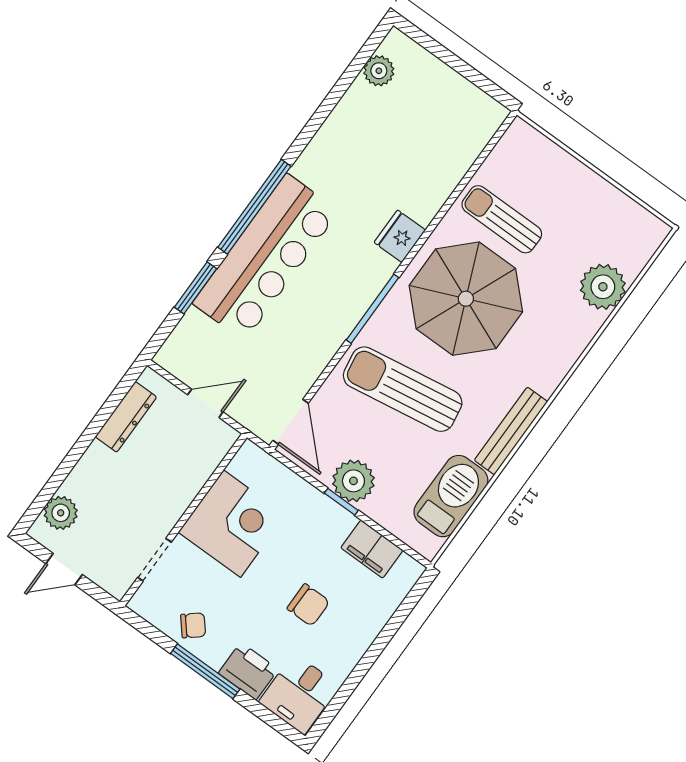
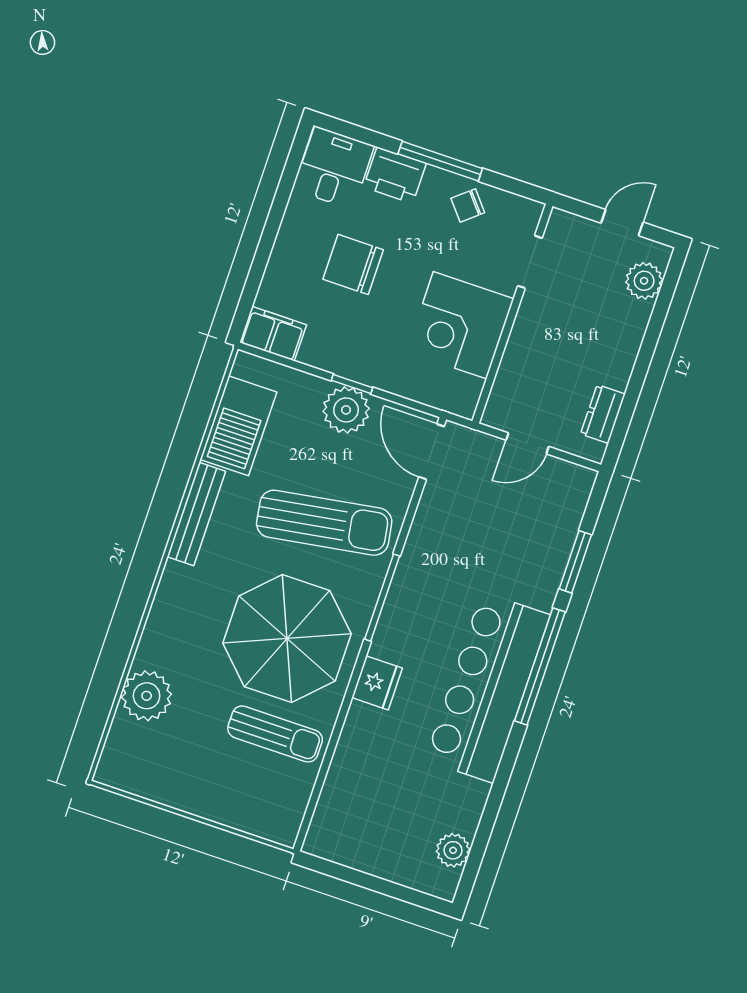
bar counter: (266, 257) -> (488, 688), moved
dresser: (126, 417) -> (603, 414), width x0.70
filing cabinet: (372, 549) -> (273, 334), moved
chair: (308, 605) -> (353, 264), width x1.37, depth x1.37

